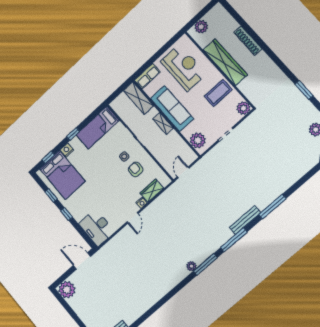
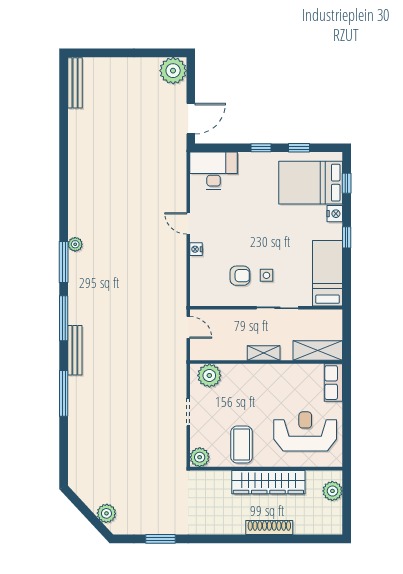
reception desk: (183, 68) -> (305, 431), turned 180
sofa: (172, 109) -> (271, 378), removed
wardrobe: (152, 191) -> (199, 273), removed

